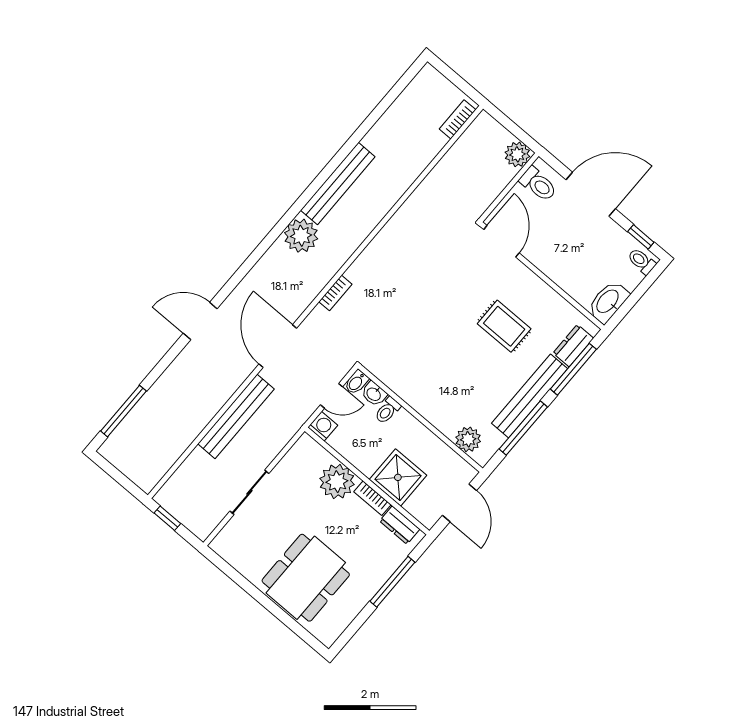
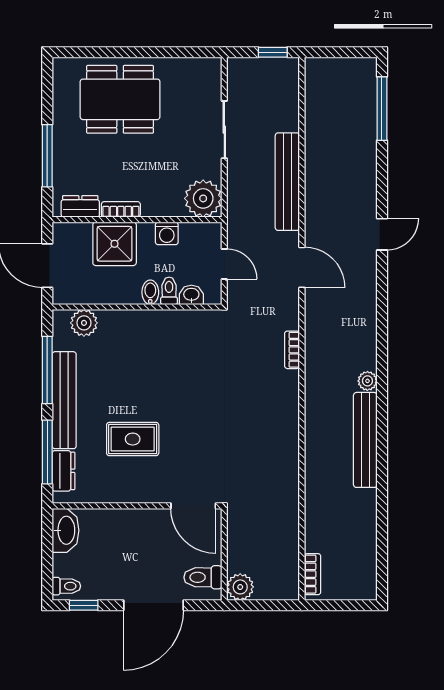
plant: (301, 236) -> (367, 381), width x0.53, depth x0.53
door: (200, 321) -> (382, 234), width x0.73
door: (278, 346) -> (302, 267), width x0.73
bidet: (356, 382) -> (150, 292), moved
door: (332, 396) -> (224, 264), swing flipped
washing machine: (323, 426) -> (167, 233), moved
plant: (337, 482) -> (203, 198), moved
dining table: (306, 578) -> (120, 99), turned 90

